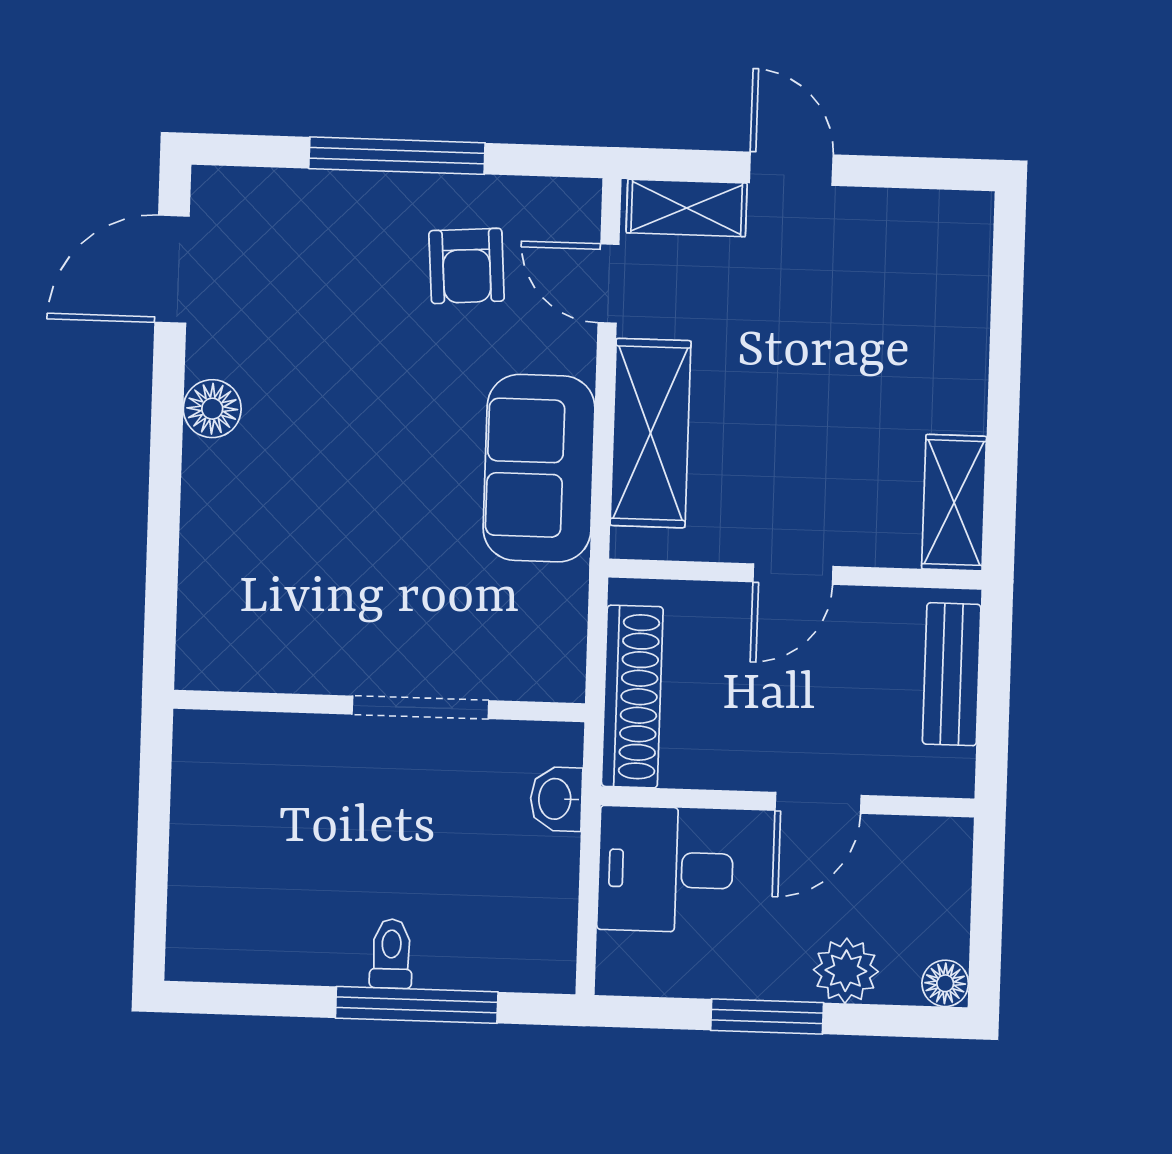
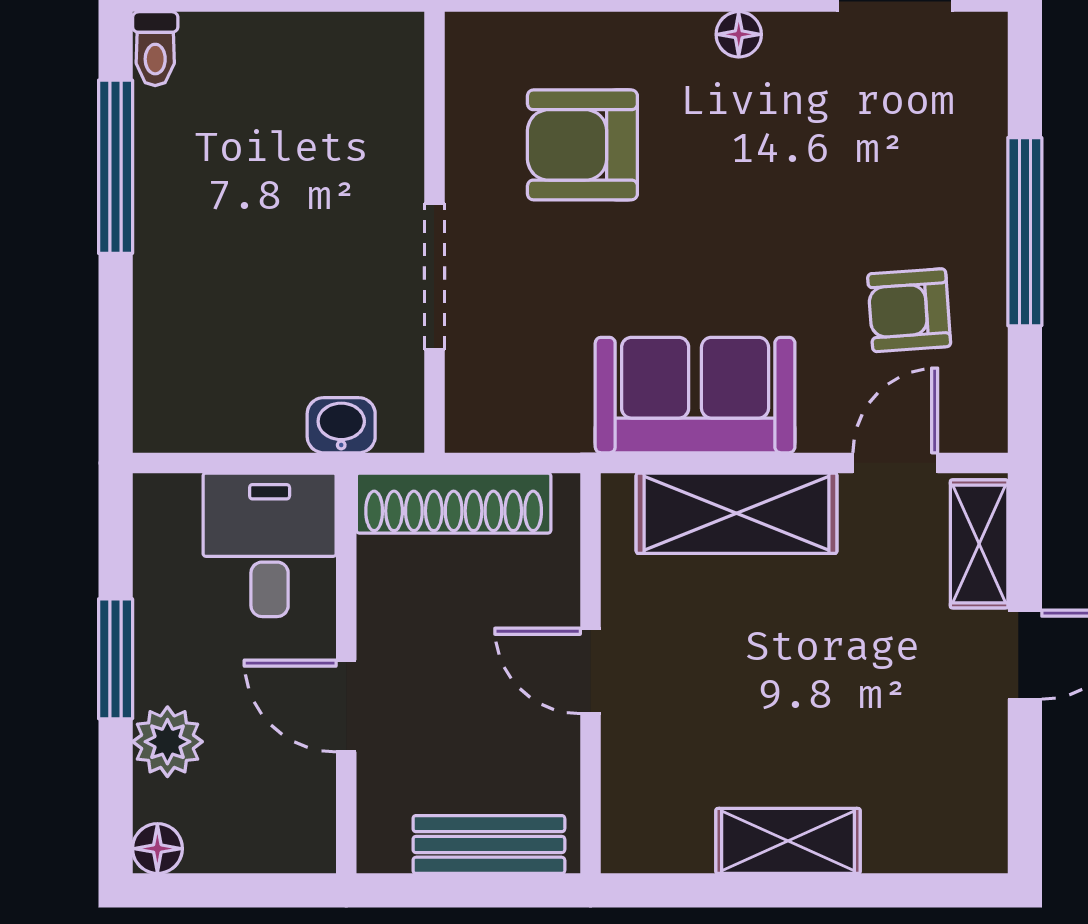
floor lamp: (212, 409) -> (739, 34), width x0.73, depth x0.73
shelving: (954, 503) -> (788, 841), moved
armchair: (302, 565) -> (582, 145), added
toilet: (391, 954) -> (155, 49), moved, turned 90
window: (417, 1005) -> (116, 167), moved

